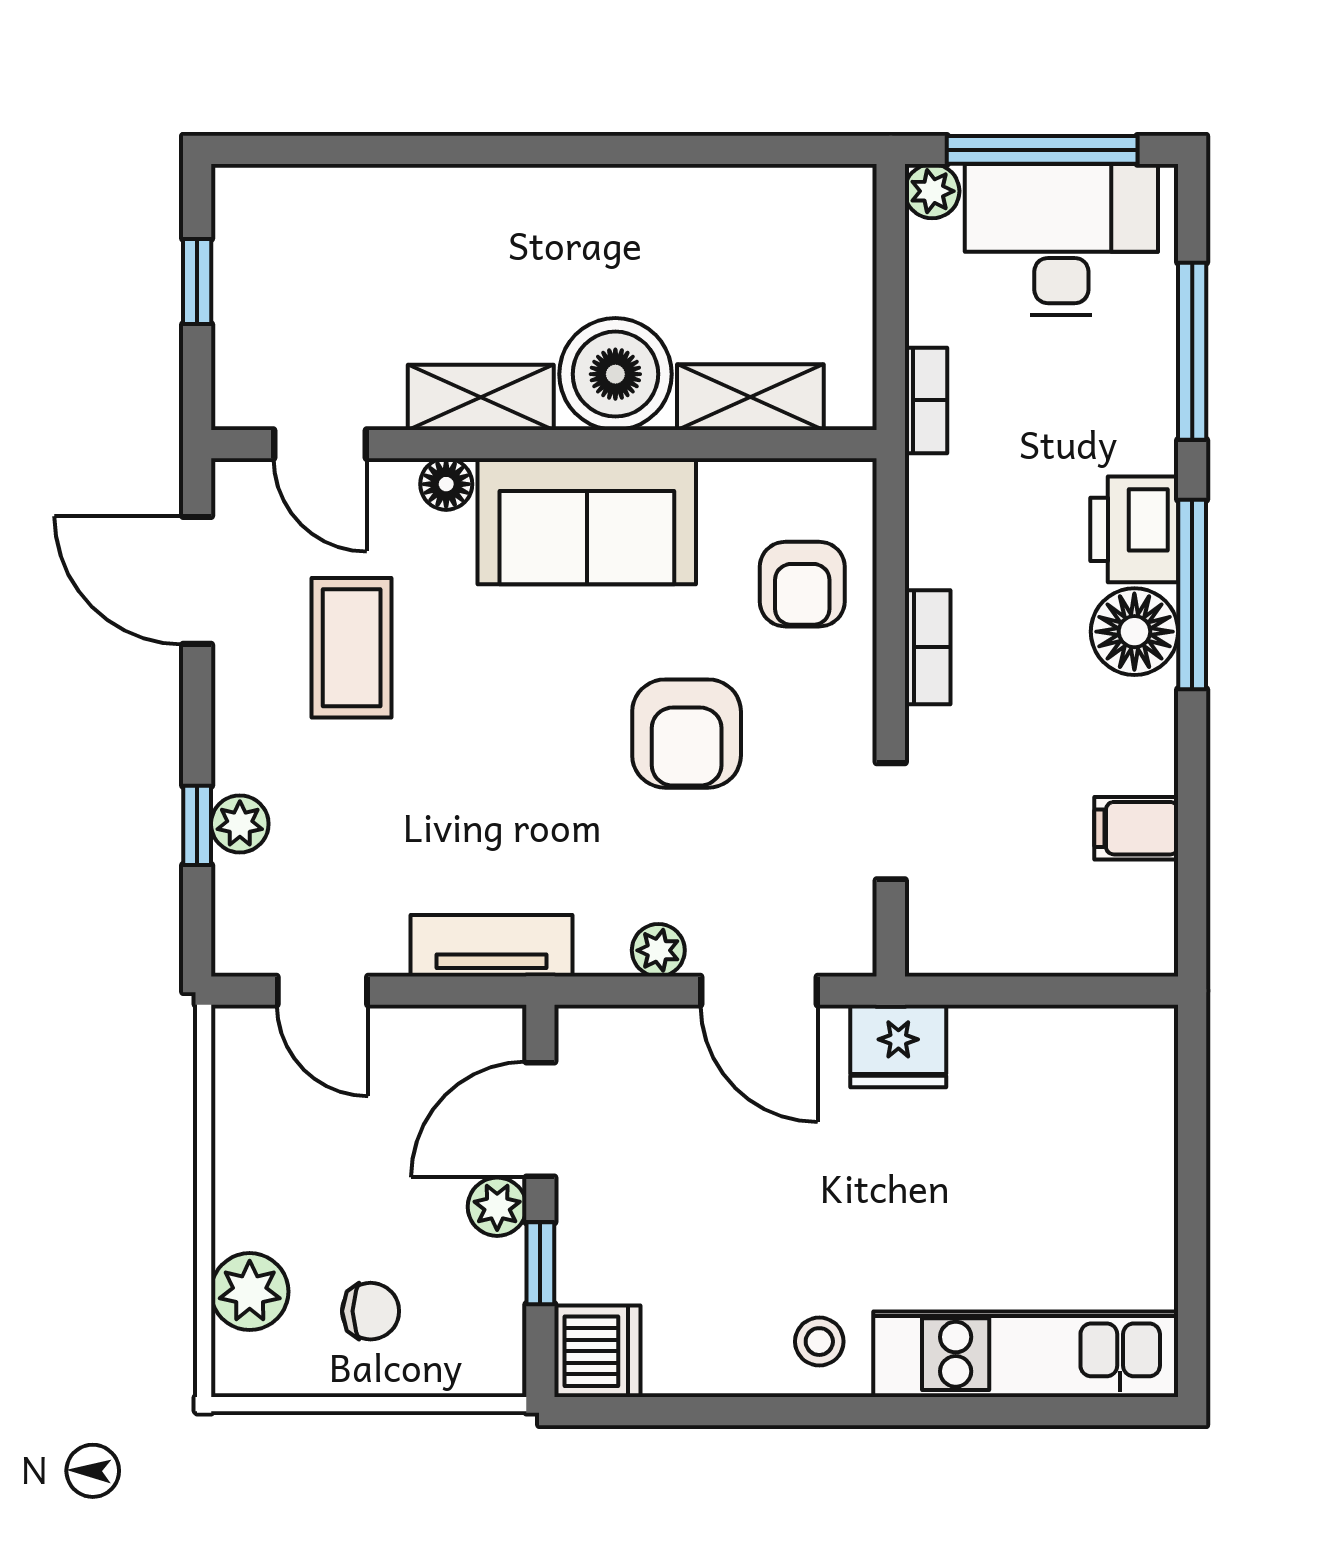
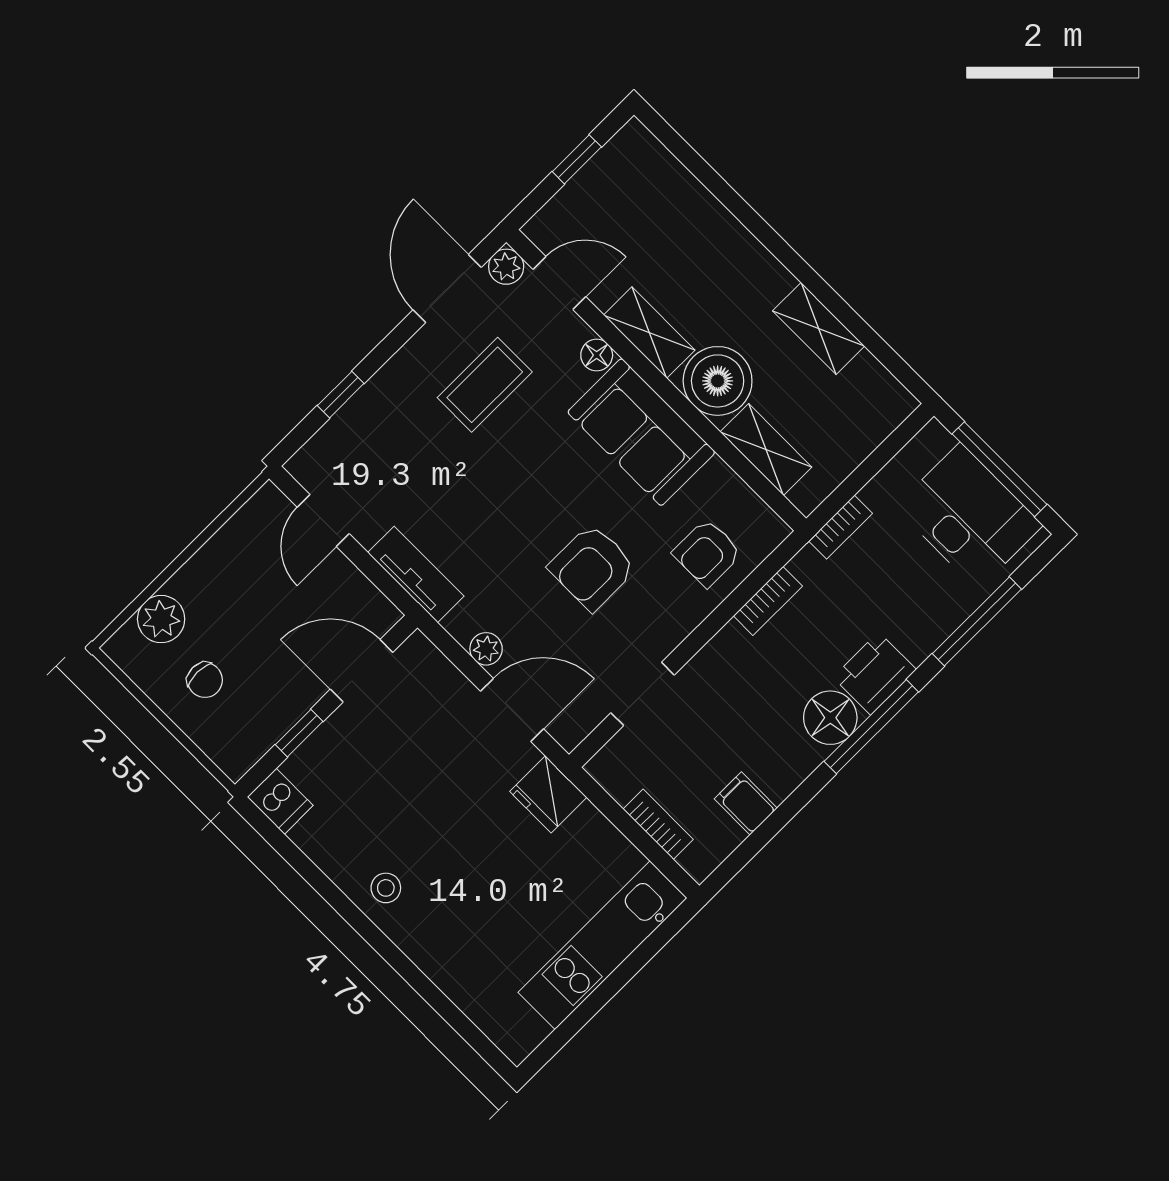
plant: (932, 191) -> (934, 439), removed
shelving: (671, 197) -> (819, 329), added
door: (320, 444) -> (559, 283), swing flipped
bookcase: (928, 647) -> (768, 601), moved
plant: (240, 824) -> (506, 267), moved
bookcase: (1059, 953) -> (658, 824), added
door: (759, 991) -> (512, 710), swing flipped
plant: (497, 1207) -> (305, 690), removed
dishwasher: (597, 1351) -> (280, 801), width x0.73
kitchen unit: (1026, 1354) -> (603, 945), moved, turned -90

